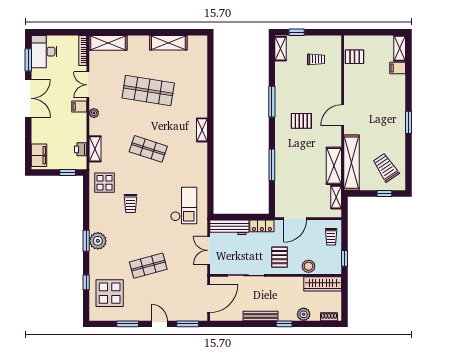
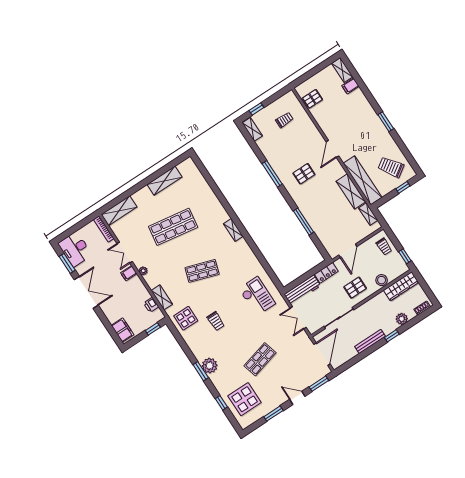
pallet: (279, 257) -> (355, 288), turned 90

